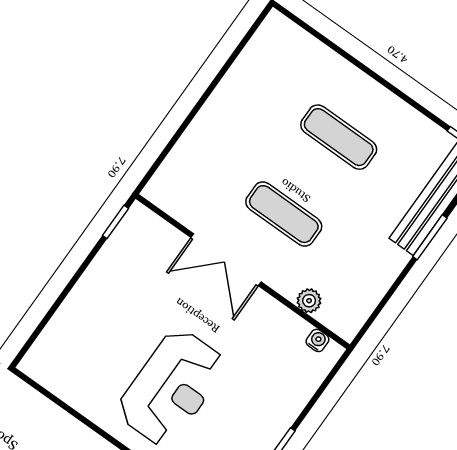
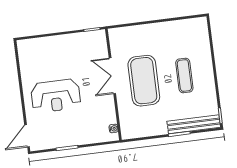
exercise mat: (284, 214) -> (144, 81), width x2.00, depth x1.45
plant: (309, 301) -> (124, 114), removed

